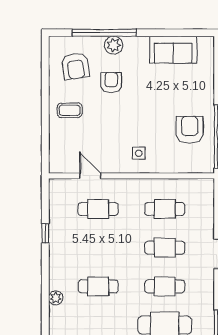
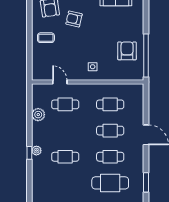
armchair: (111, 83) -> (74, 19), turned -77
plant: (58, 224) -> (38, 115), added
window: (45, 233) -> (29, 153), moved
plant: (56, 298) -> (36, 151), moved

